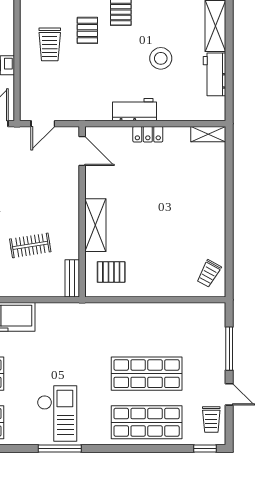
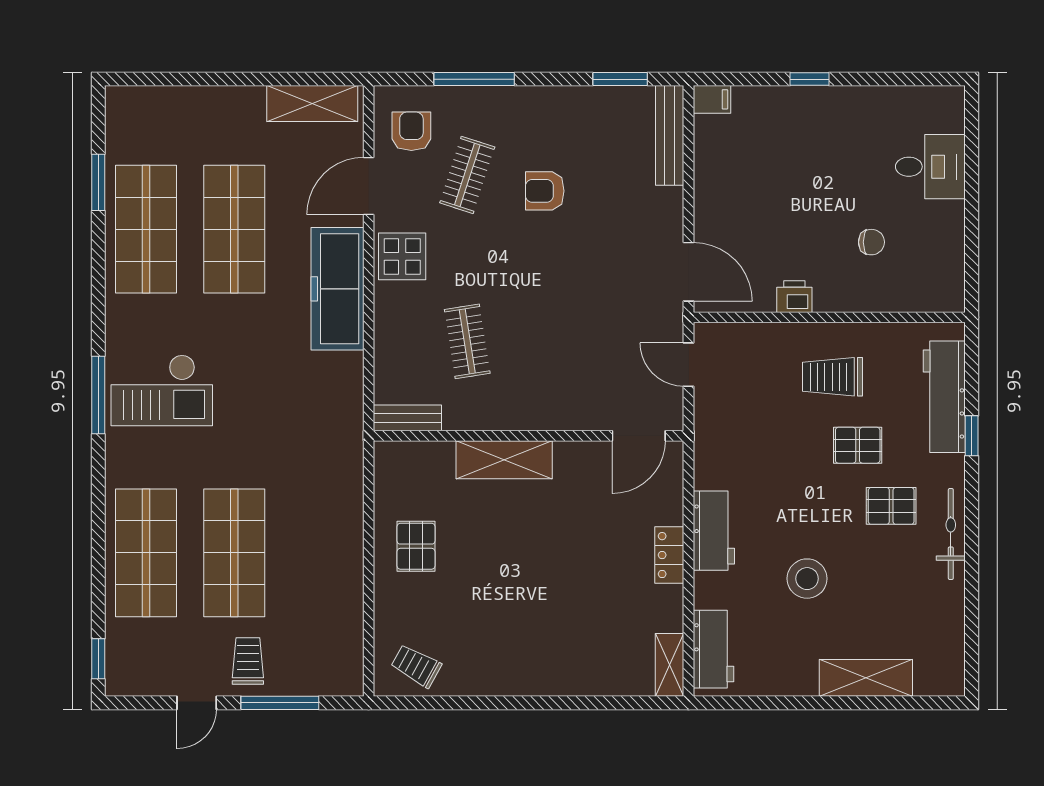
workbench: (215, 74) -> (713, 649), moved, turned 90
pallet: (111, 272) -> (416, 546), moved
trolley: (211, 419) -> (248, 661), moved, turned 90

